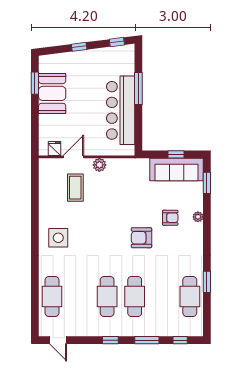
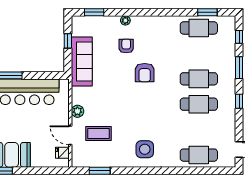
sofa: (177, 170) -> (82, 62), moved
window: (35, 189) -> (100, 171), added
window: (207, 282) -> (207, 12), moved

